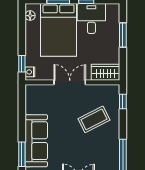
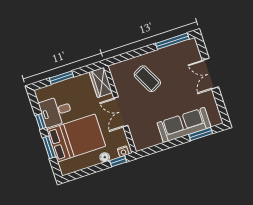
floor lamp: (30, 16) -> (105, 157), moved
window: (123, 101) -> (122, 58), removed

